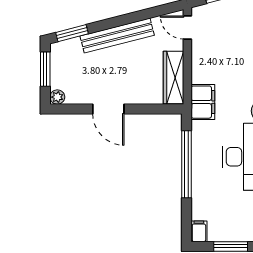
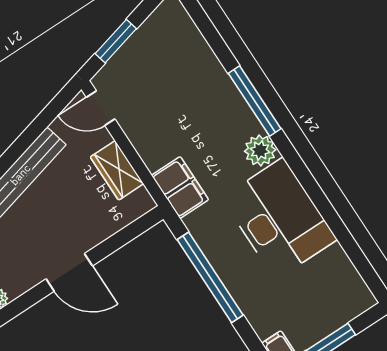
wardrobe: (173, 78) -> (117, 170), width x0.67

